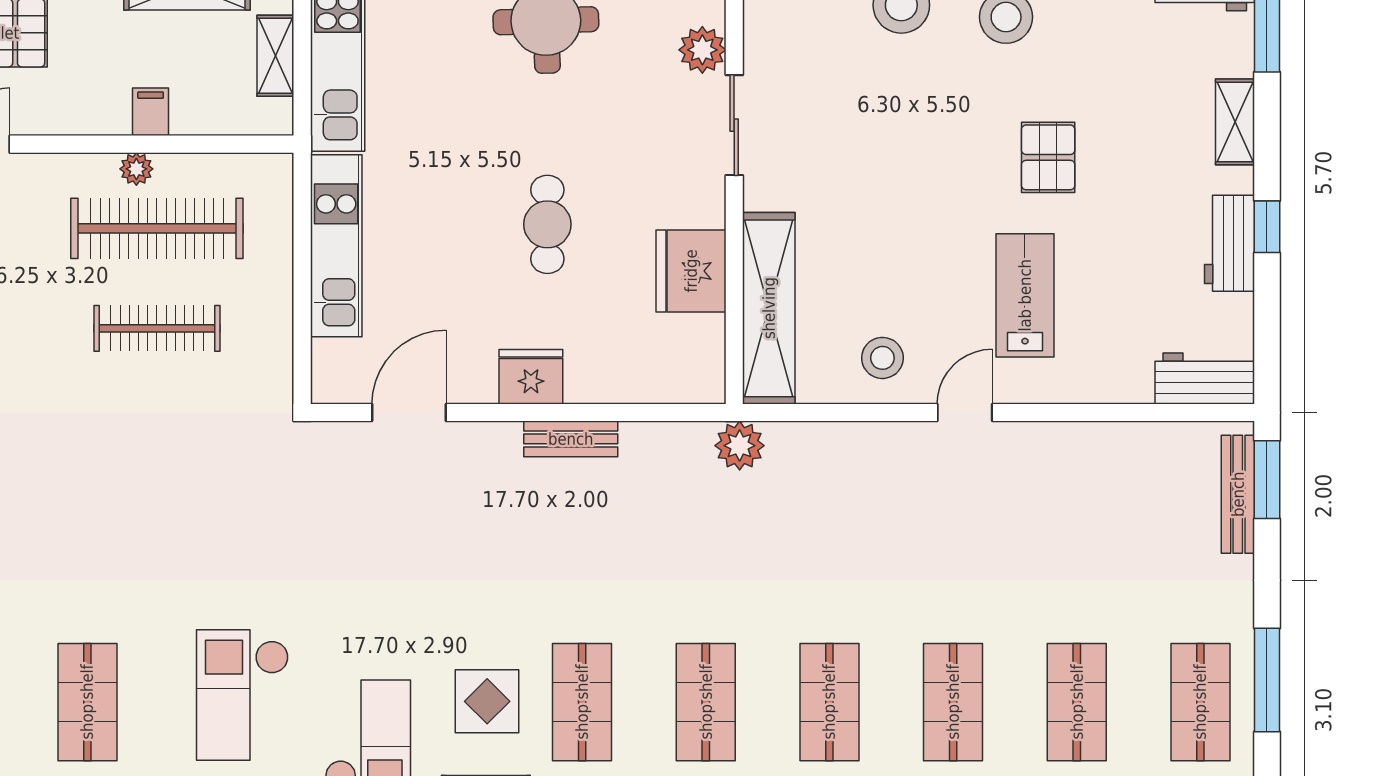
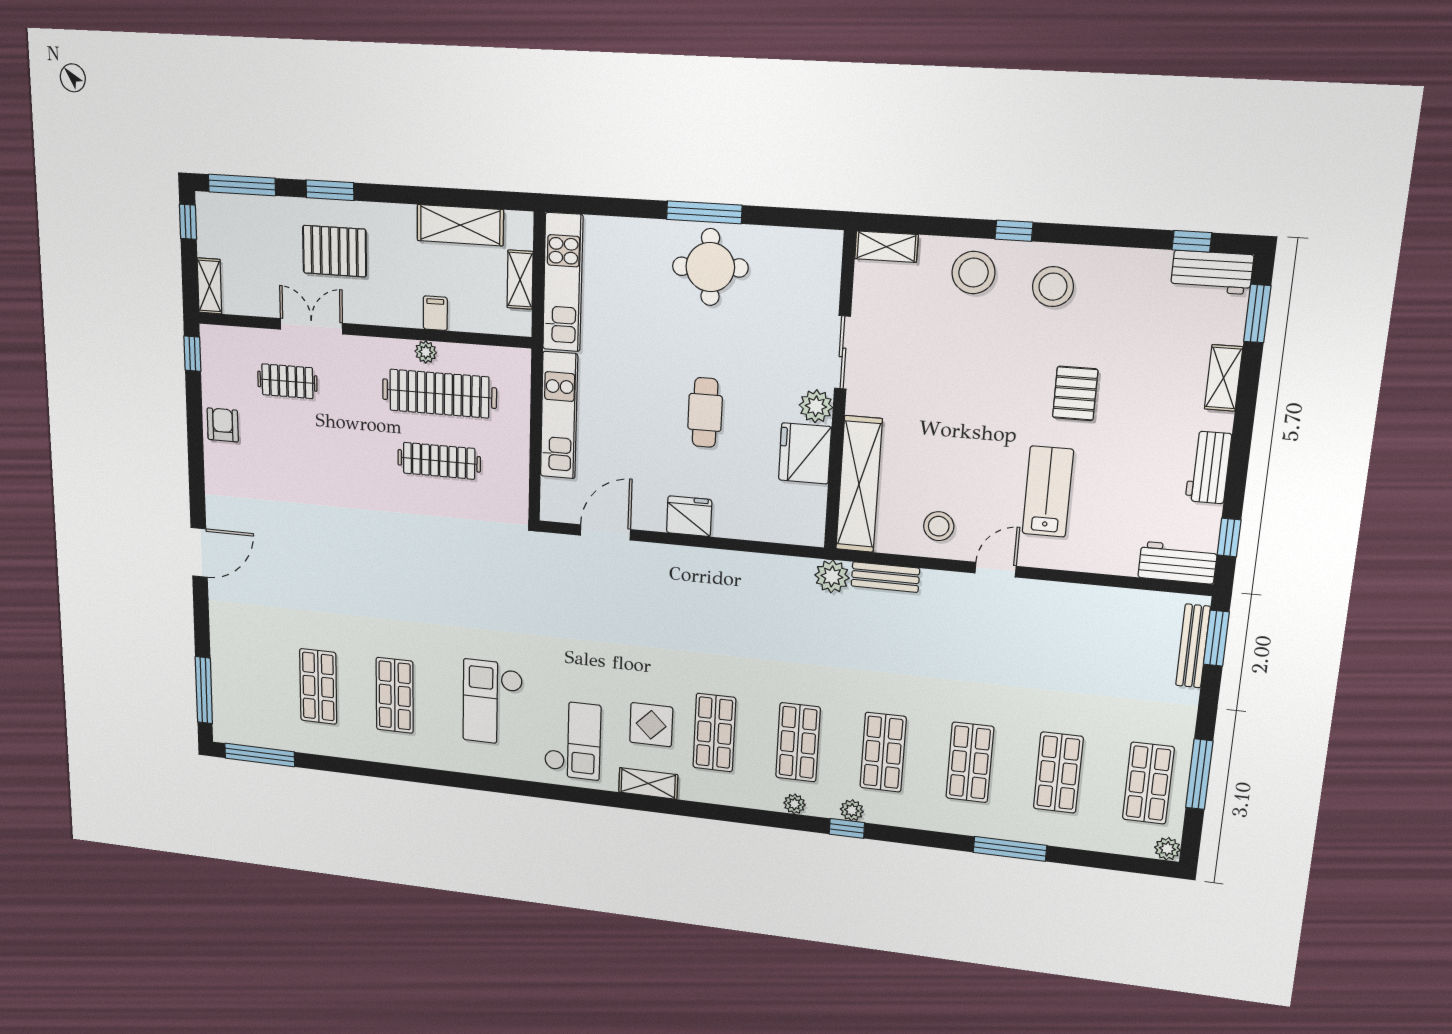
plant: (702, 50) -> (816, 406), moved
window: (1267, 227) -> (1229, 537), moved
bench: (571, 439) -> (885, 577), moved

